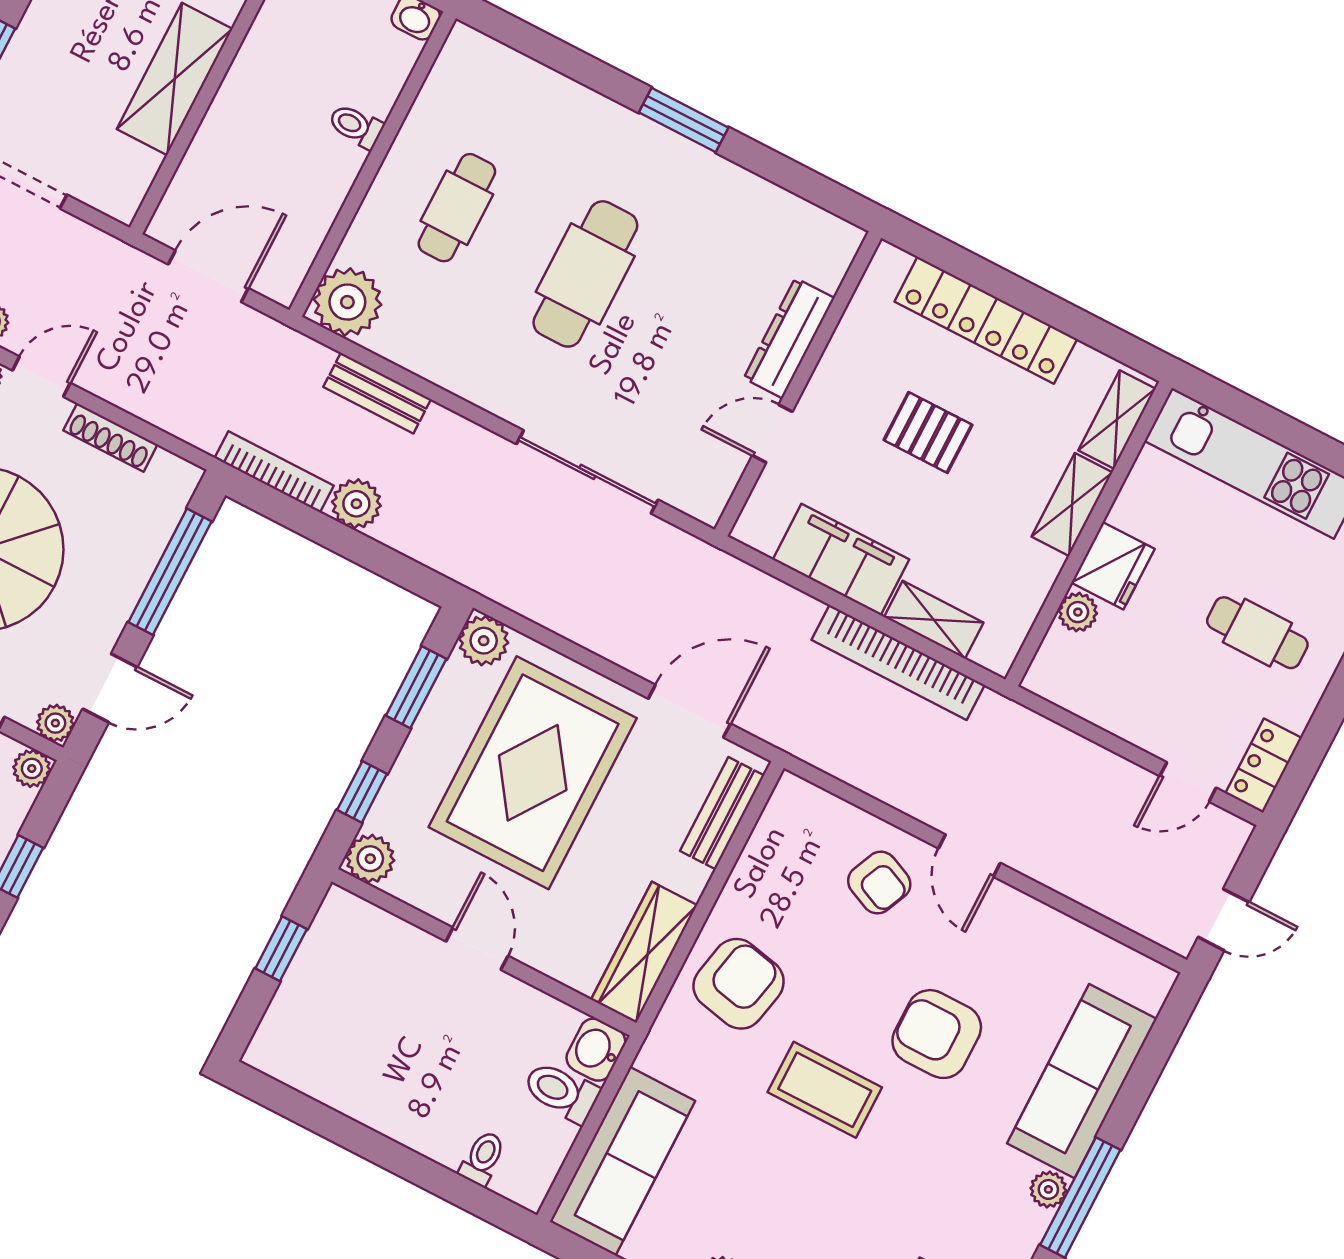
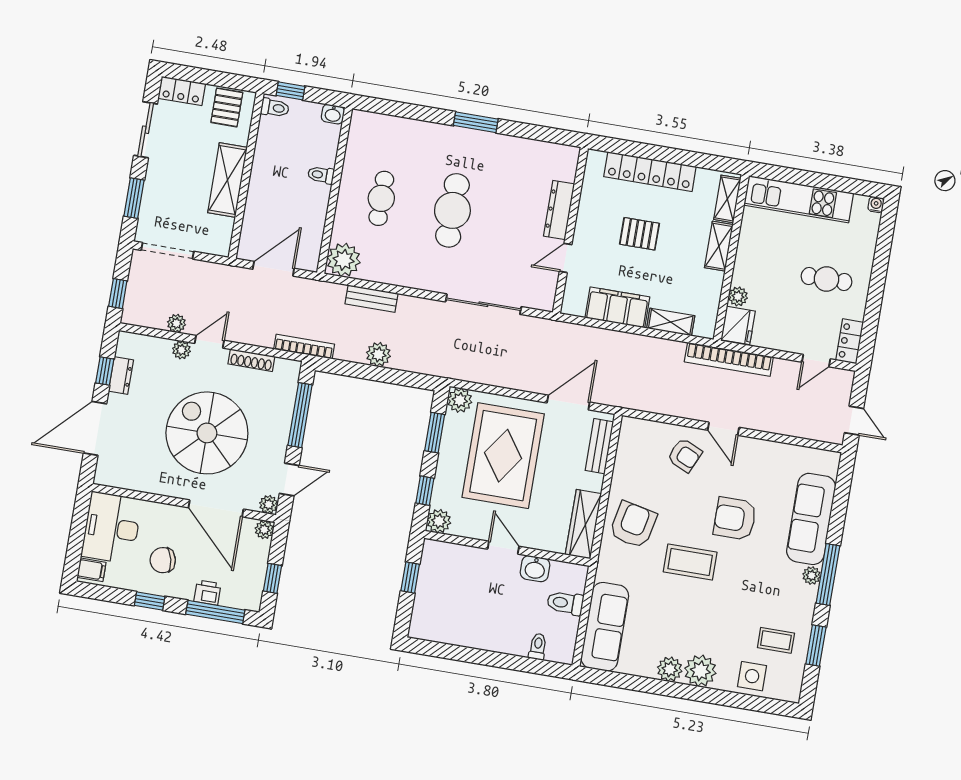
bookcase: (274, 472) -> (304, 347), moved
fridge: (1113, 566) -> (738, 325), moved
bookcase: (898, 662) -> (729, 359), moved
door: (1224, 920) -> (854, 421), hinge flipped
washbasin: (596, 1050) -> (535, 569), moved, turned -90

